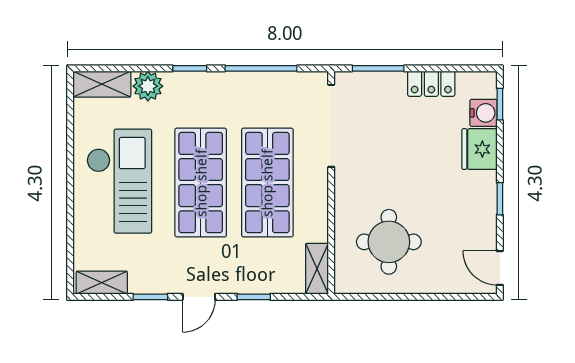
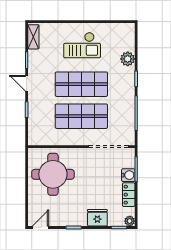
plant: (486, 82) -> (130, 221), added
shelving: (102, 84) -> (129, 37), removed
water cooler: (483, 113) -> (128, 175), moved, turned -90
checkout: (119, 181) -> (82, 45), width x0.73, depth x0.83
round table: (389, 242) -> (53, 174), width x1.36, depth x1.36
shelving: (317, 269) -> (40, 140), removed

